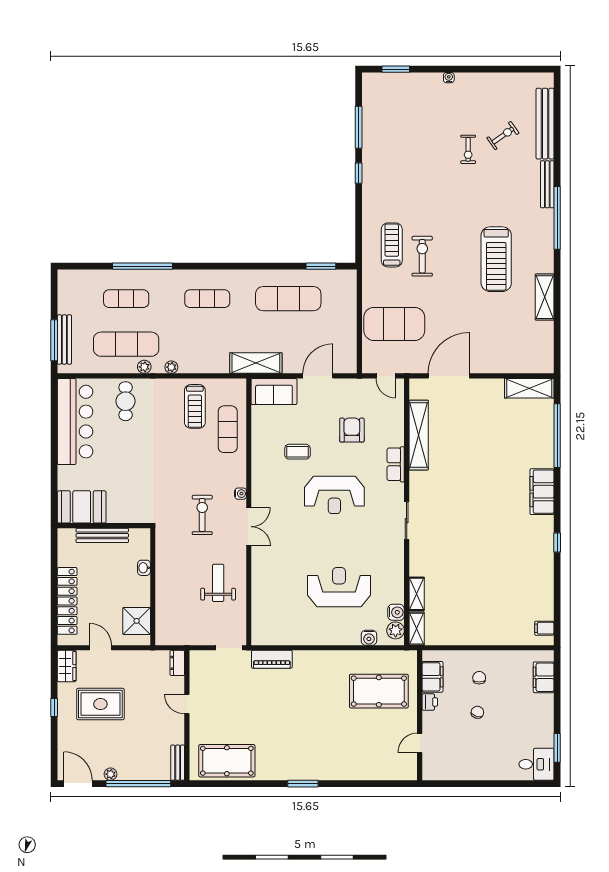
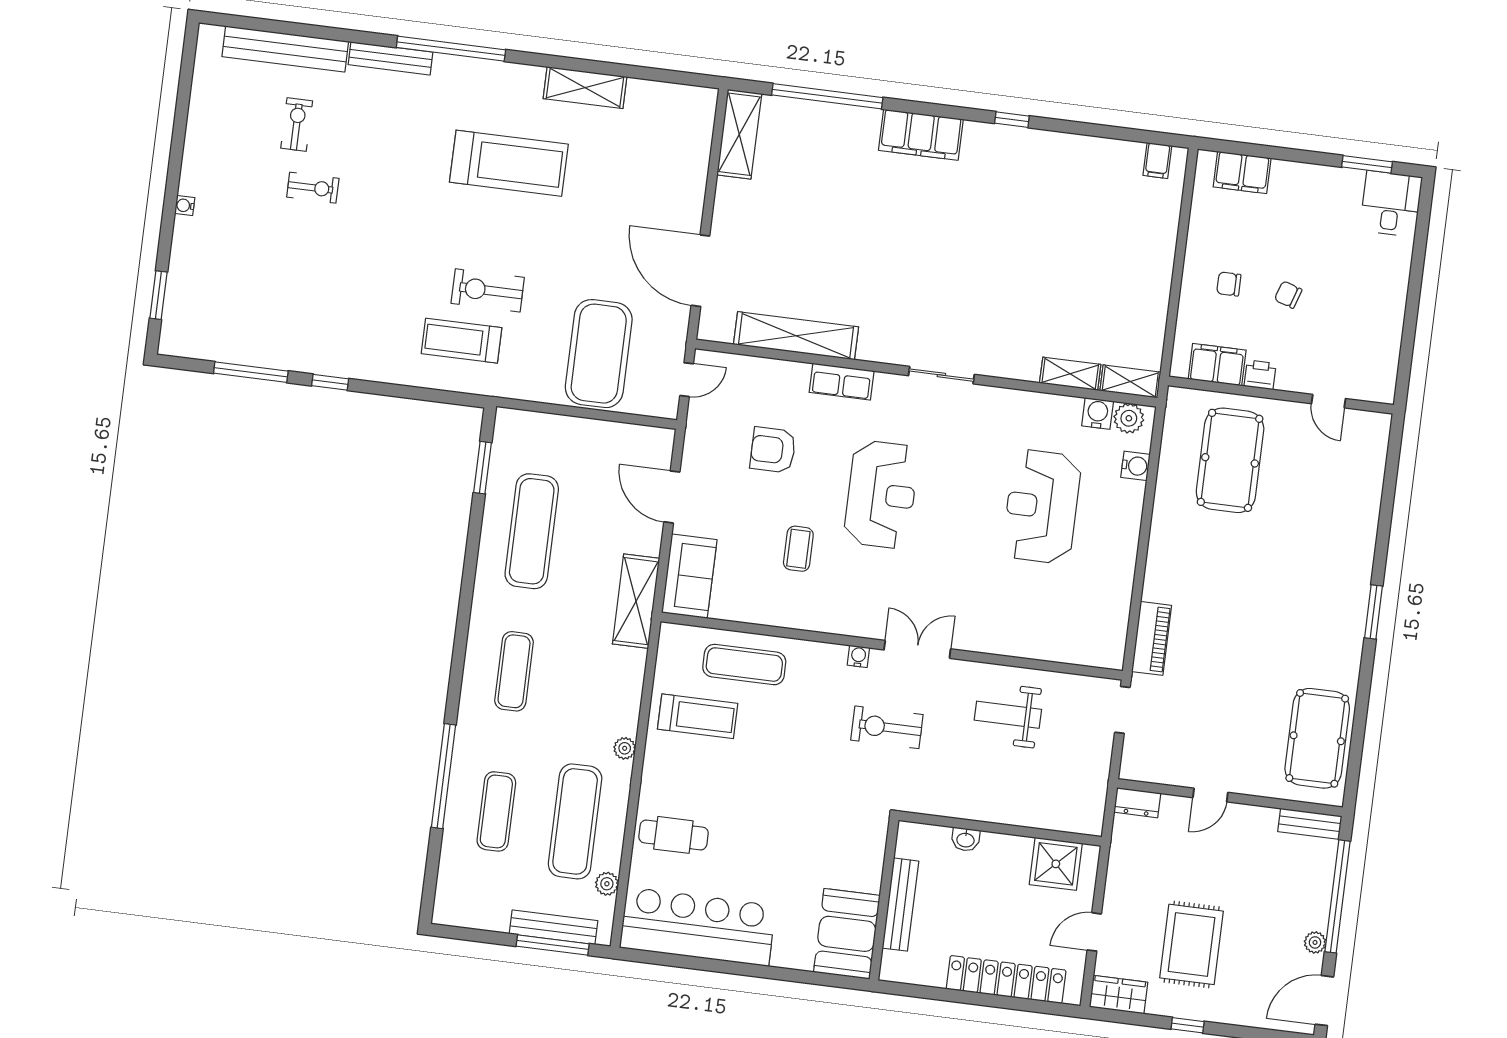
exercise bike: (503, 136) -> (297, 124), turned 35
plant: (144, 367) -> (607, 884), moved

